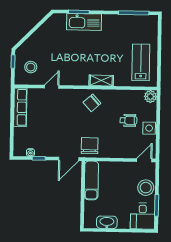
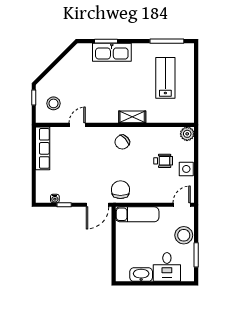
lab bench: (141, 62) -> (165, 78), moved
exam couch: (91, 180) -> (137, 214), moved, turned 90
desk: (143, 216) -> (167, 267), moved

